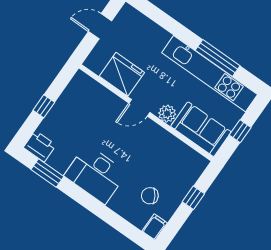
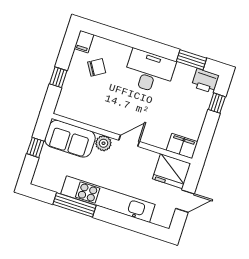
fridge: (122, 74) -> (172, 171), moved
kitchen unit: (210, 74) -> (108, 199), moved
filing cabinet: (85, 85) -> (182, 146), added
window: (44, 106) -> (217, 103), moved

